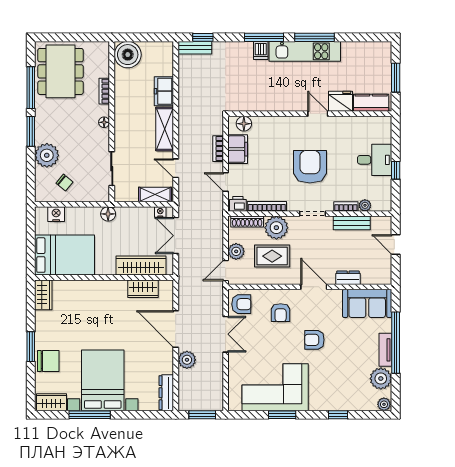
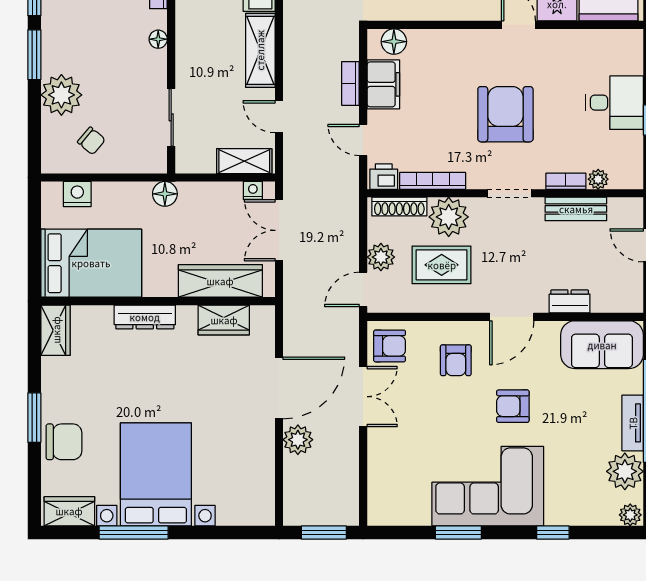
door: (314, 287) -> (512, 317), swing flipped
door: (176, 329) -> (279, 388), swing flipped
corner sofa: (275, 387) -> (488, 486), moved
dresser: (166, 393) -> (145, 317), moved, turned -90

